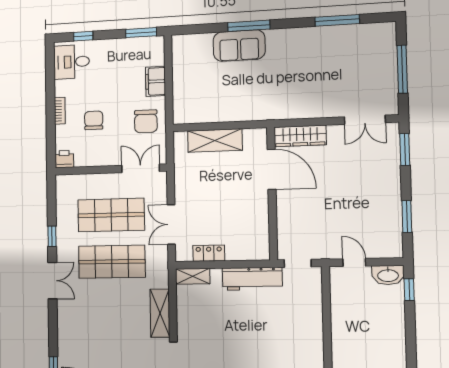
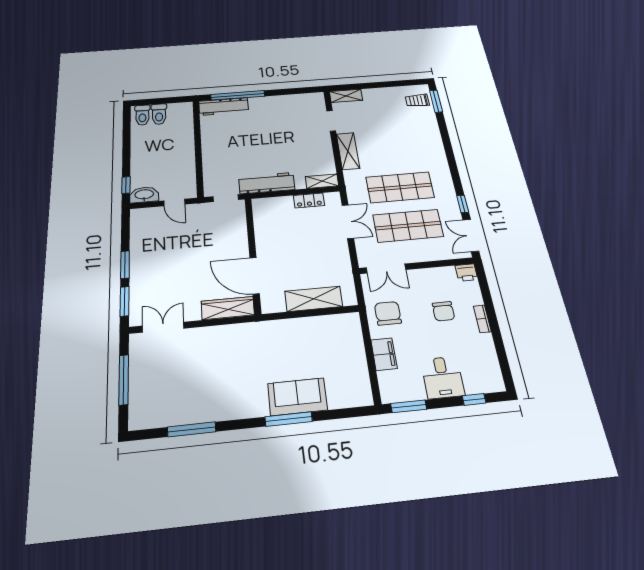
desk: (72, 62) -> (443, 377), moved, turned 90
window: (407, 216) -> (125, 265), moved
double door: (52, 281) -> (471, 235), moved

